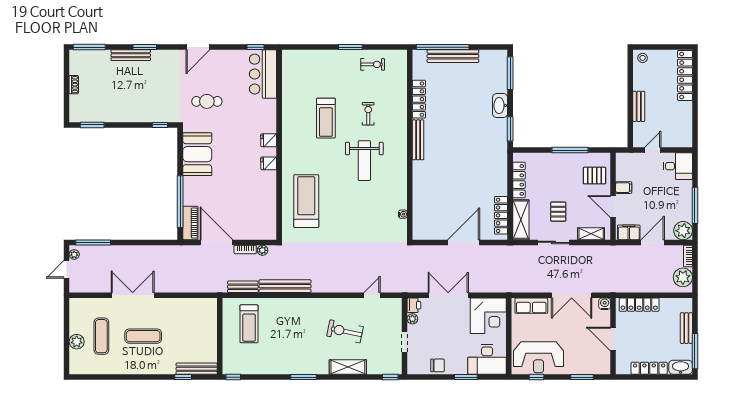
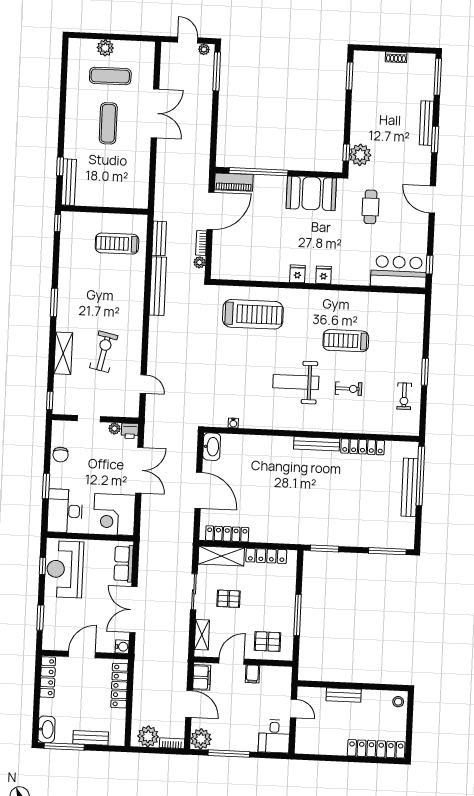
washbasin: (500, 106) -> (212, 447), moved, turned 90
plant: (161, 113) -> (360, 155), added
pallet: (595, 176) -> (268, 642), turned 90
locker: (649, 368) -> (48, 677), moved

